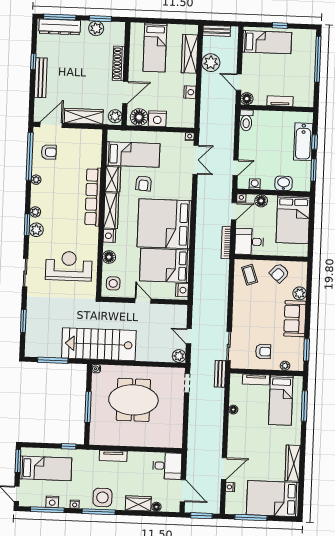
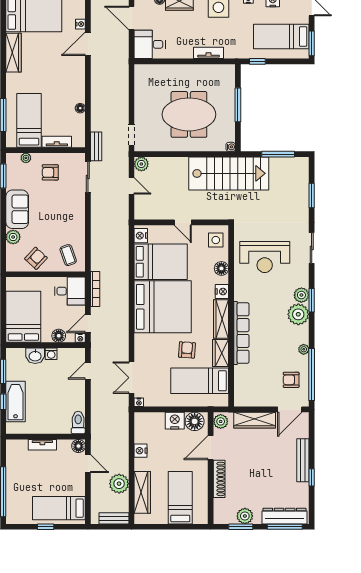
washing machine: (255, 184) -> (51, 354), moved
plant: (35, 212) -> (298, 314), width x1.88, depth x1.88

